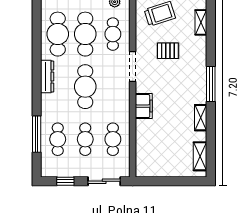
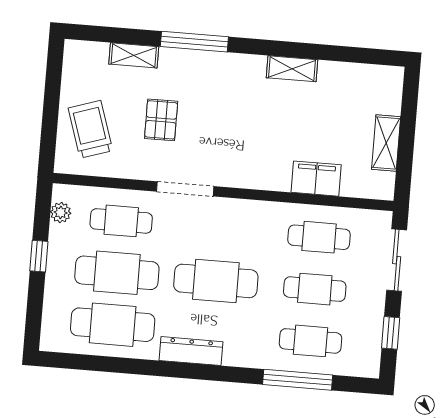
shelving: (201, 22) -> (134, 55), moved
window: (211, 84) -> (194, 42), moved
filing cabinet: (144, 106) -> (316, 179), moved
shelving: (200, 156) -> (386, 143), moved, turned 90

